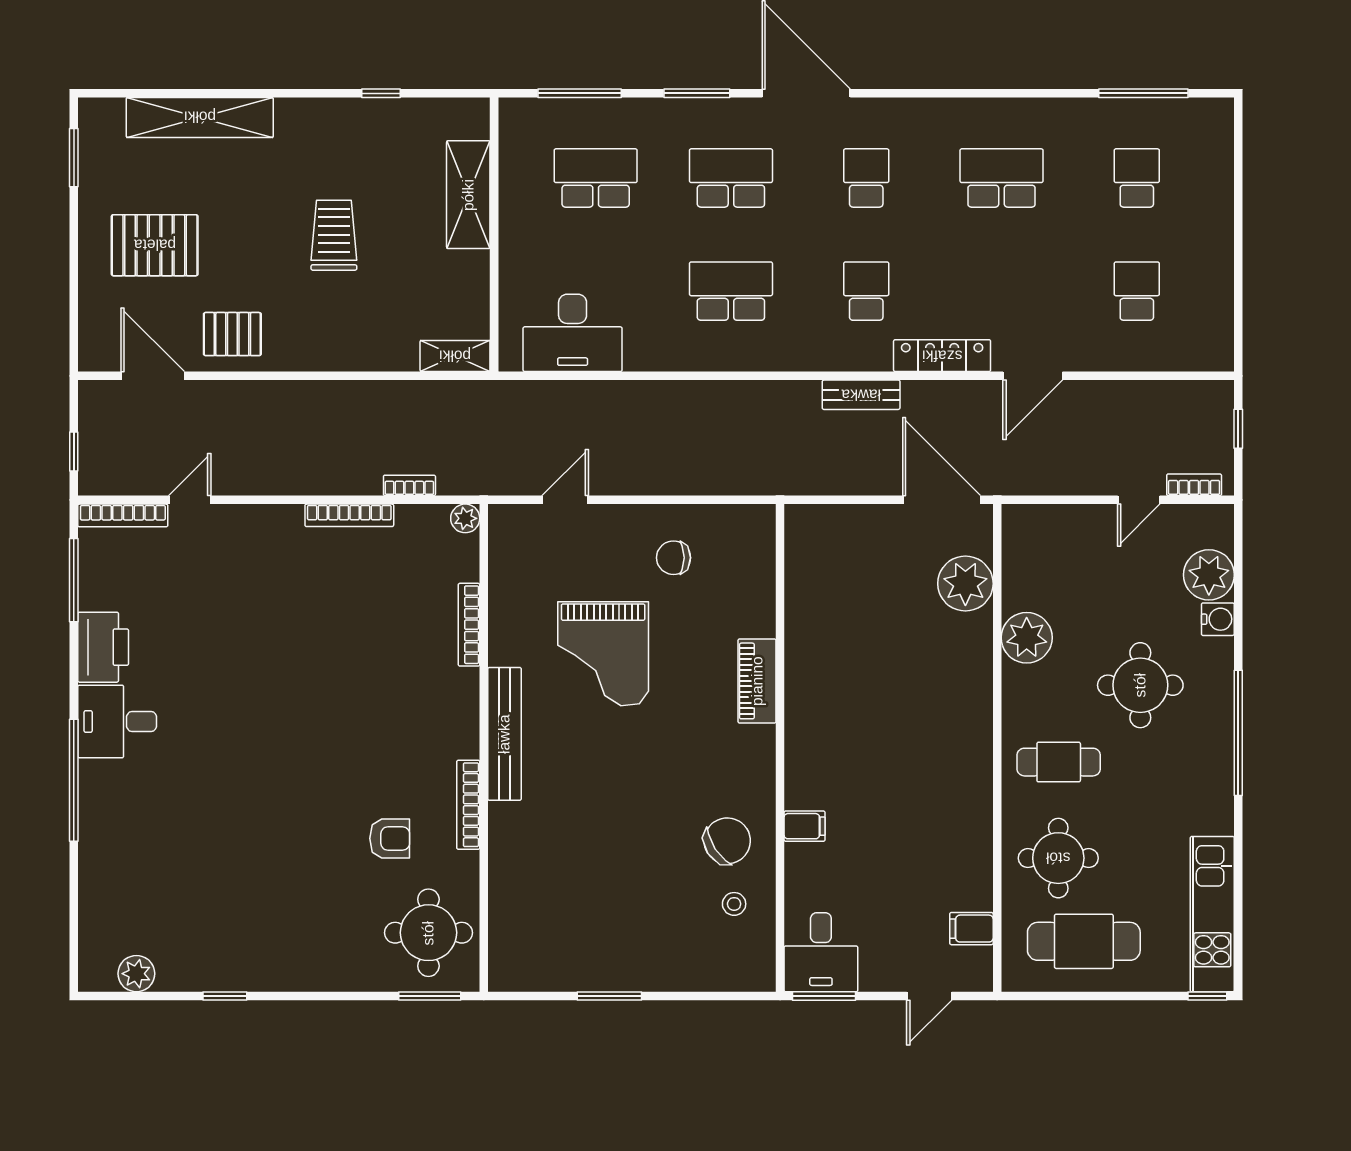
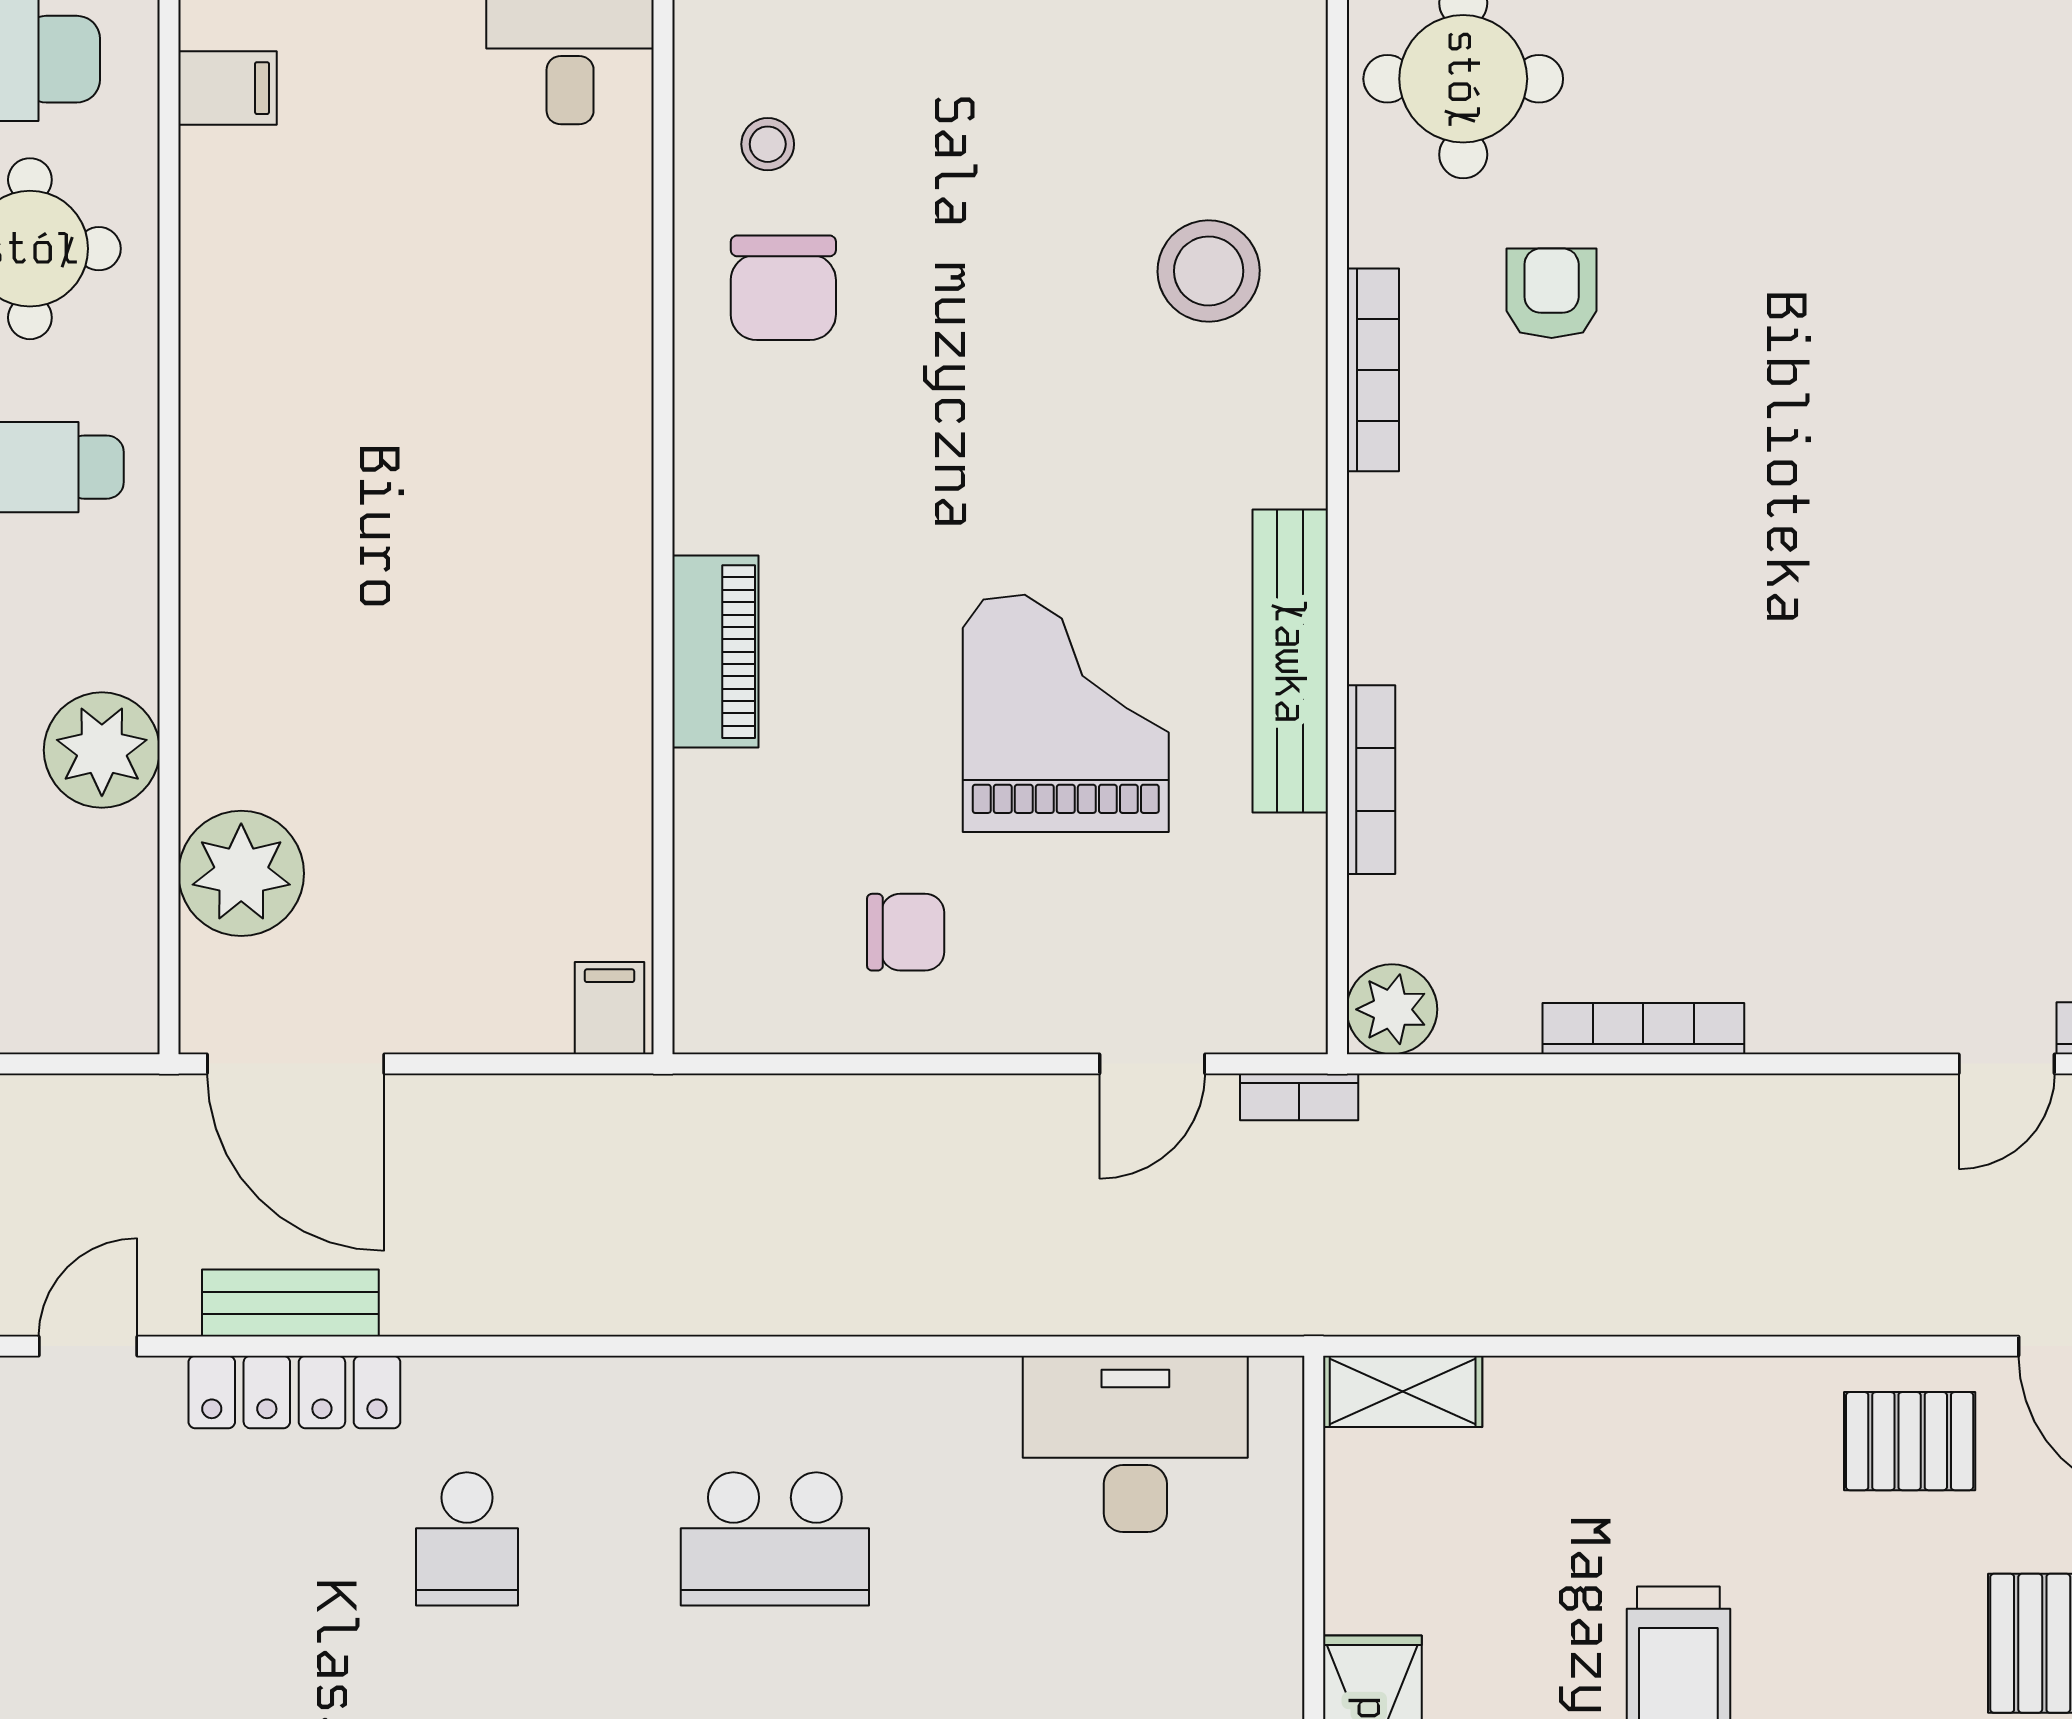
door: (1033, 376) -> (88, 1346), width x0.73
bench: (861, 395) -> (290, 1303), moved
bookcase: (409, 485) -> (1299, 1097), moved
plant: (465, 518) -> (1392, 1009), width x1.38, depth x1.38
bench: (504, 734) -> (1290, 661), moved
filing cabinet: (805, 826) -> (609, 1008), moved, turned 90
armchair: (390, 838) -> (1552, 293), turned 90
chair: (727, 841) -> (783, 288), turned -57
stool: (540, 848) -> (1209, 271), added

